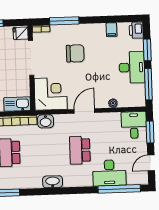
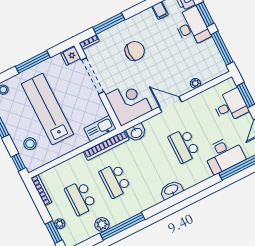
desk: (132, 67) -> (192, 27), moved
door: (84, 111) -> (170, 104), hinge flipped
desk: (134, 125) -> (231, 106), moved, turned 90

